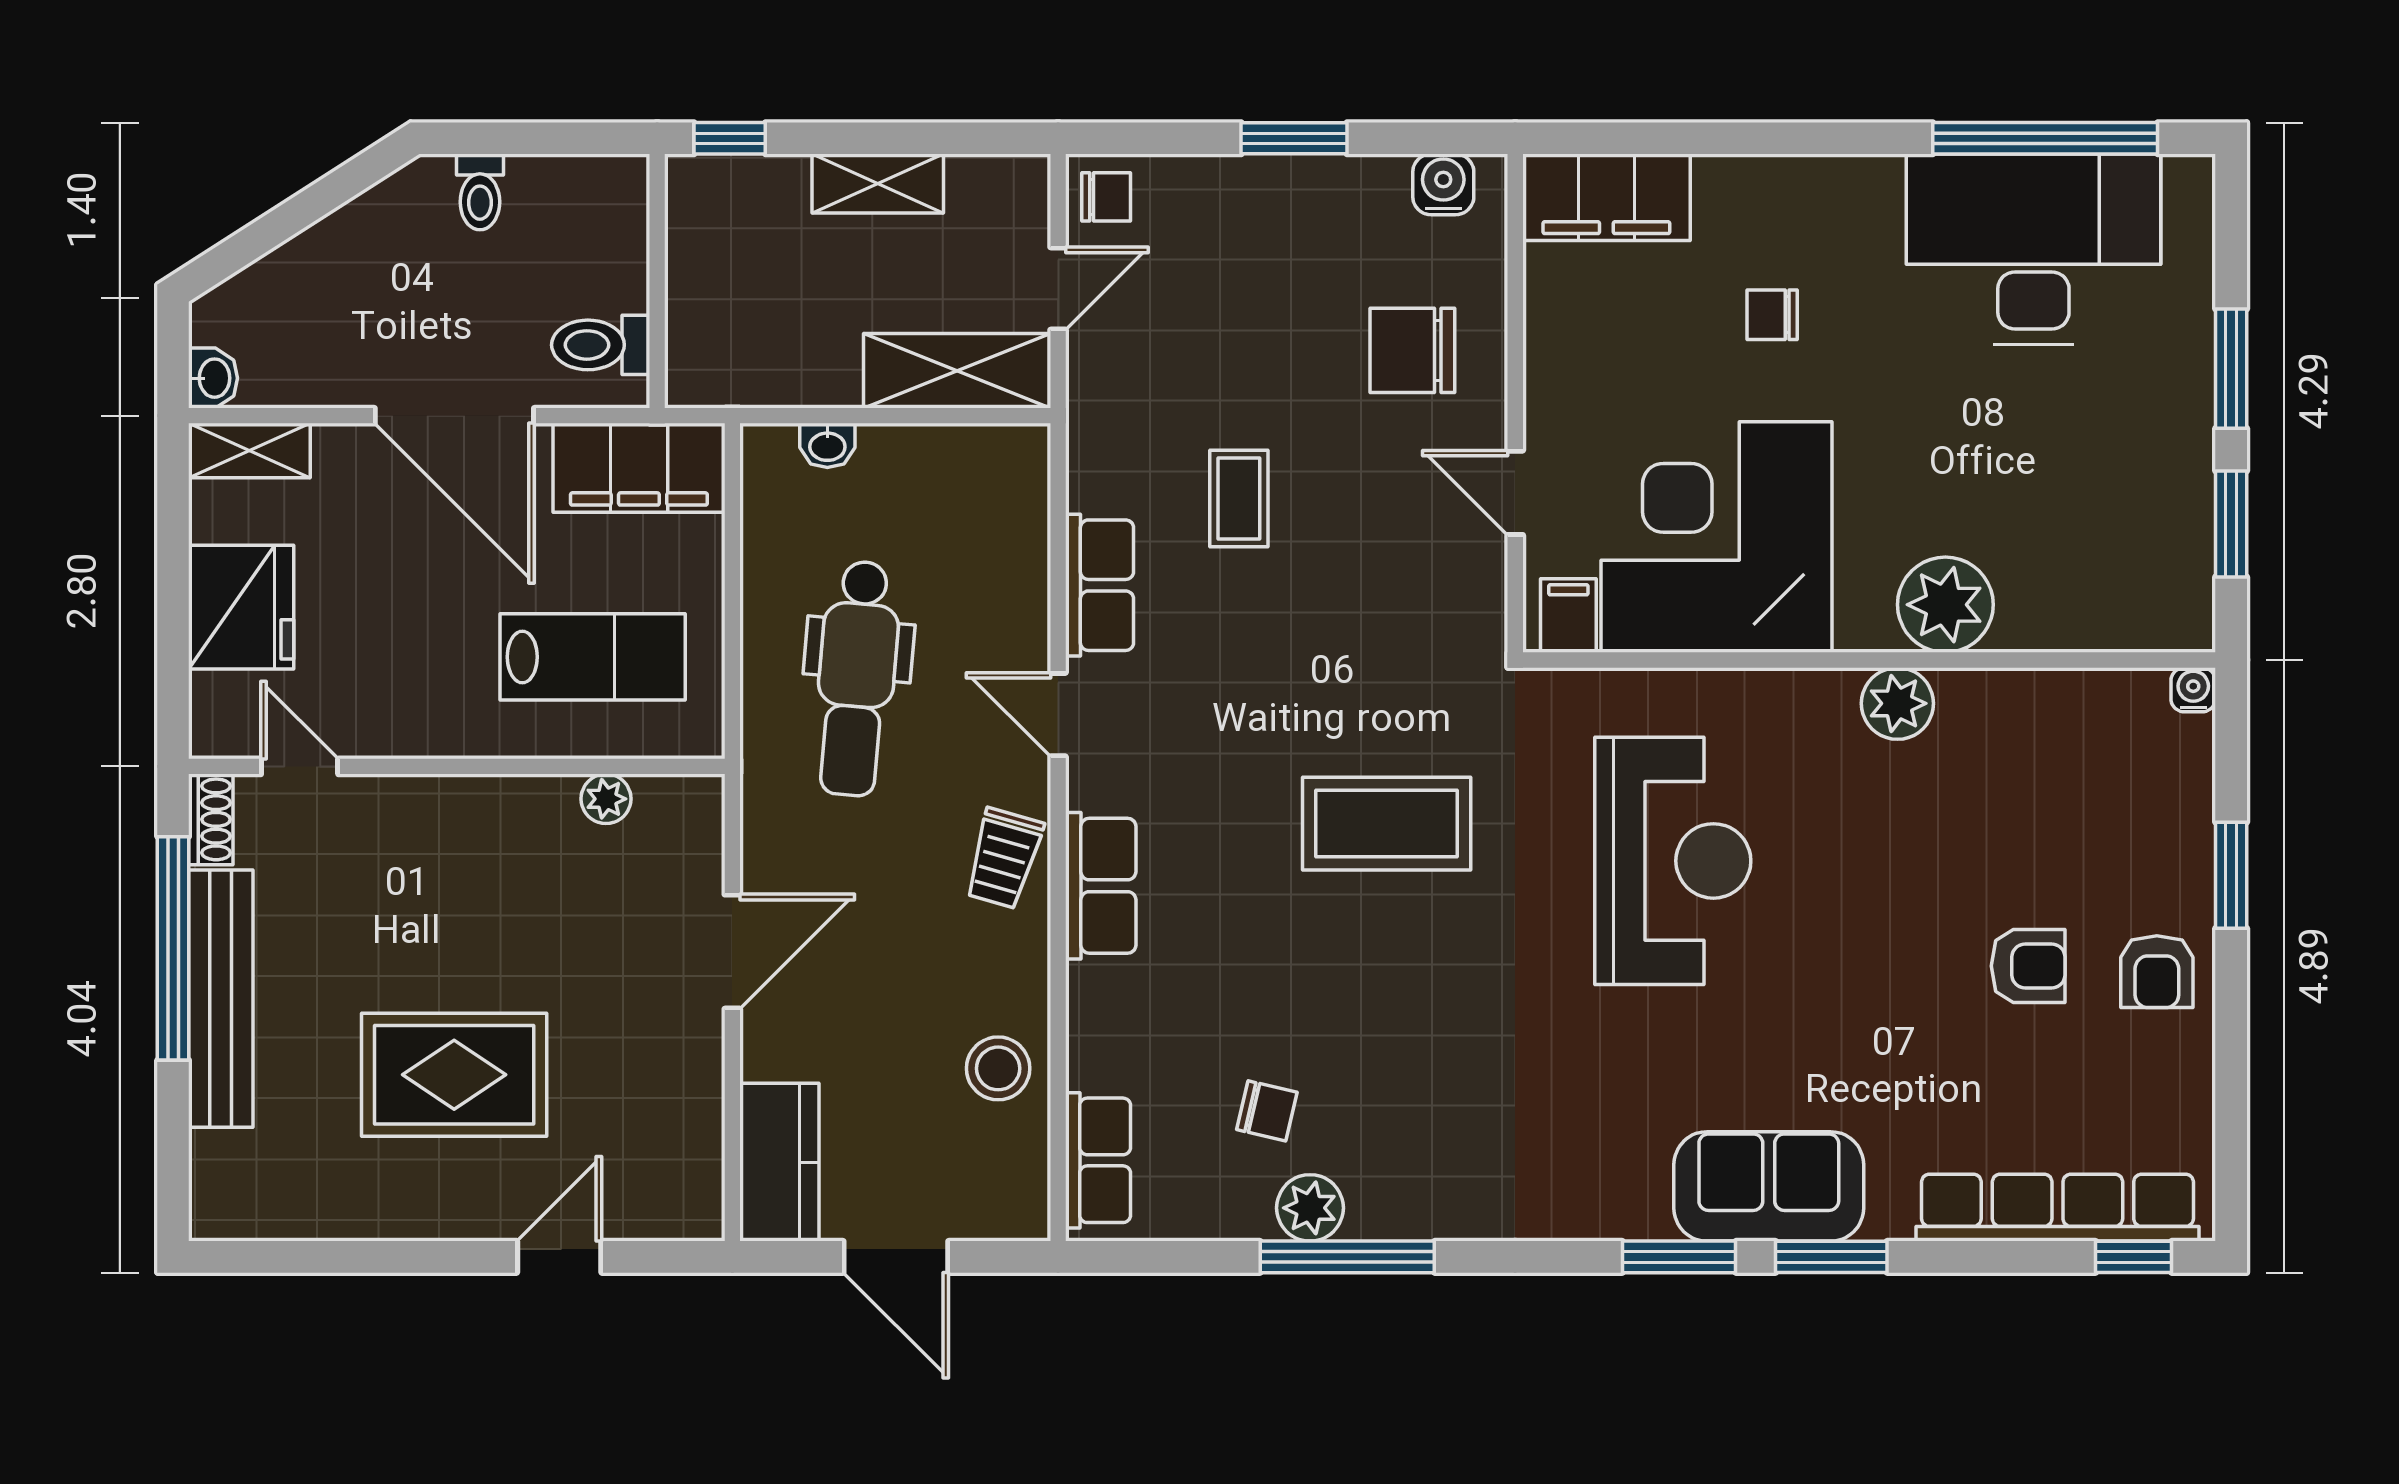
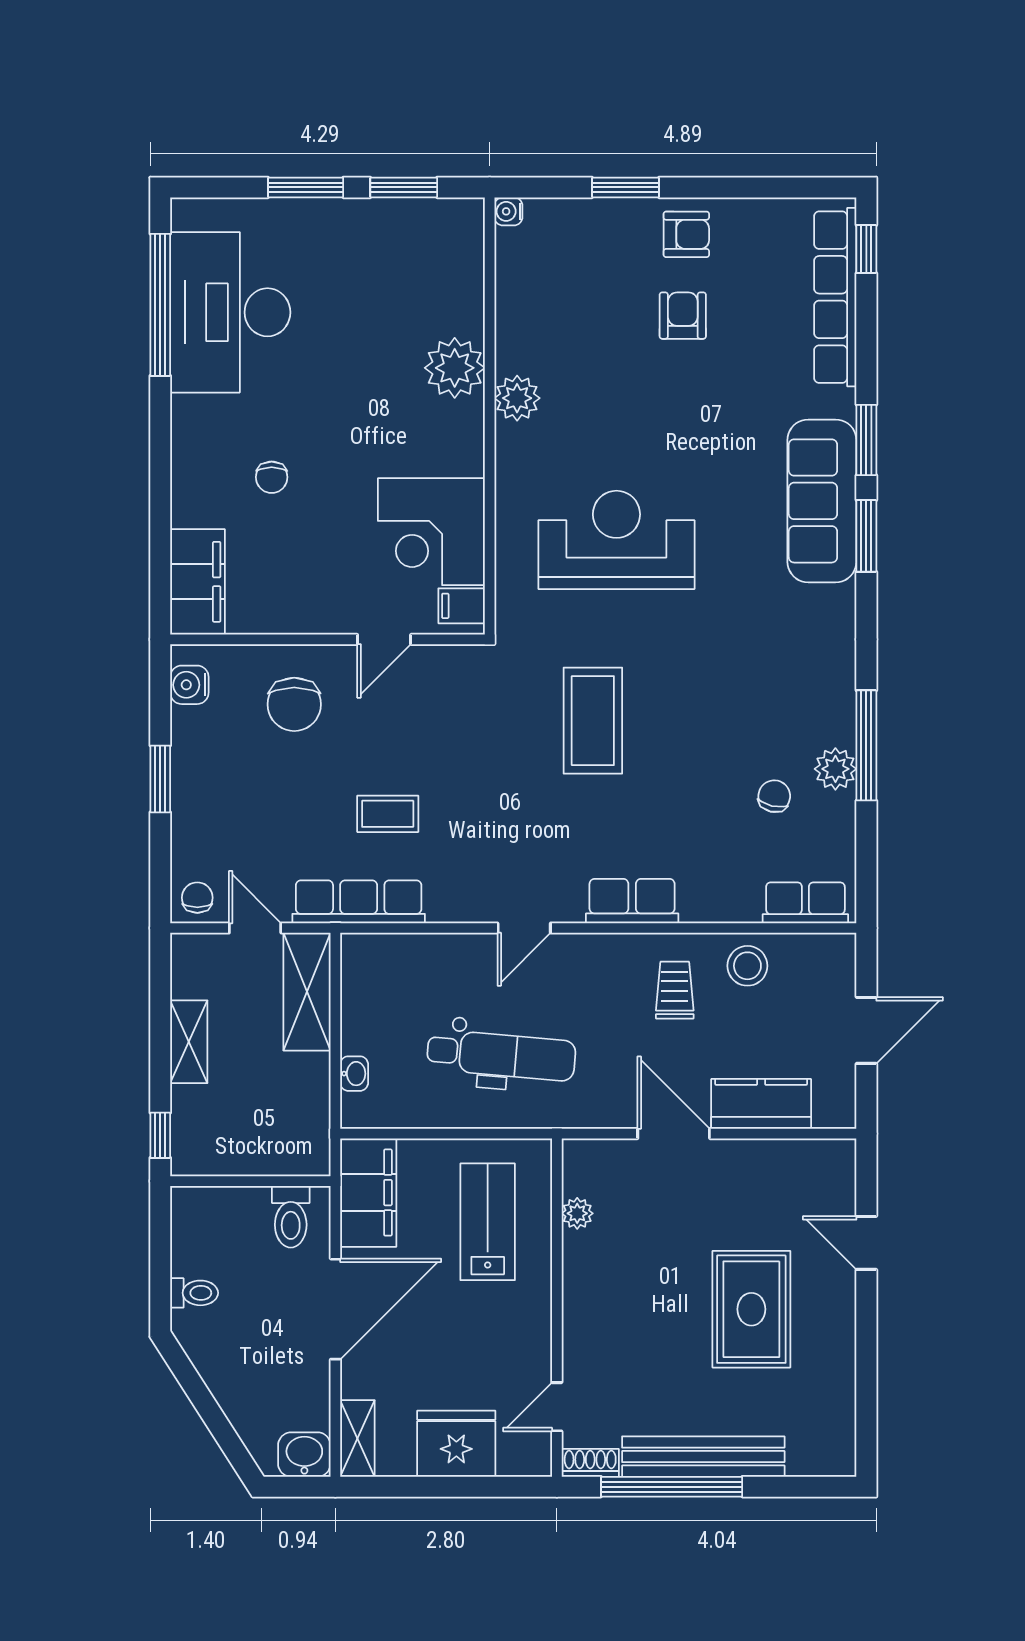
washbasin: (213, 378) -> (304, 1455), width x1.38, depth x1.45
corner desk: (1716, 537) -> (431, 532), width x0.74, depth x0.74
row of seats: (1100, 585) -> (359, 902), moved, width x1.48
trolley: (1004, 858) -> (675, 990), moved, turned -106
kitchen counter: (779, 1162) -> (761, 1104), moved
sofa: (1769, 1186) -> (822, 501), width x1.36

